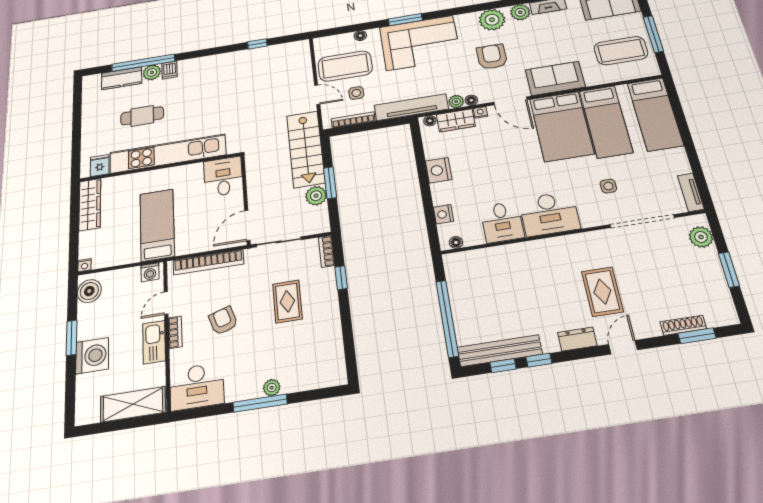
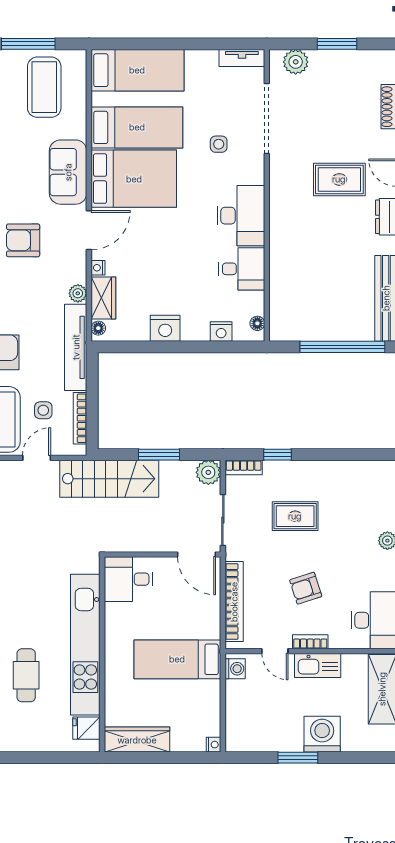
floor lamp: (471, 100) -> (79, 275), removed
plant: (316, 196) -> (208, 472), moved
boiler: (89, 291) -> (246, 738), removed

